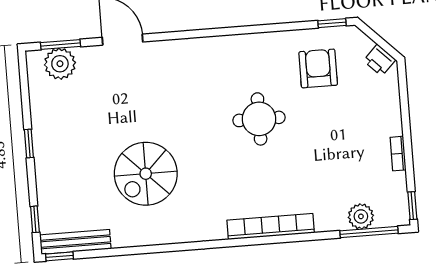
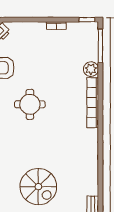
spiral stairs: (146, 174) -> (38, 187), moved
plant: (361, 216) -> (91, 69), moved

